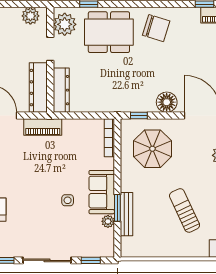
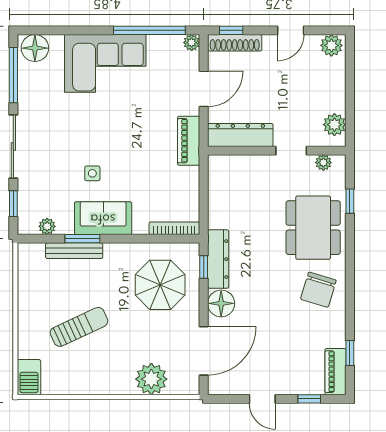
plant: (65, 24) -> (323, 163), width x0.53, depth x0.53
dresser: (61, 90) -> (218, 259), moved, turned -90
plant: (108, 221) -> (47, 226), moved

